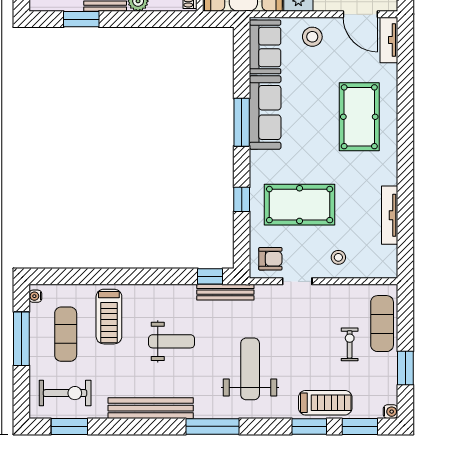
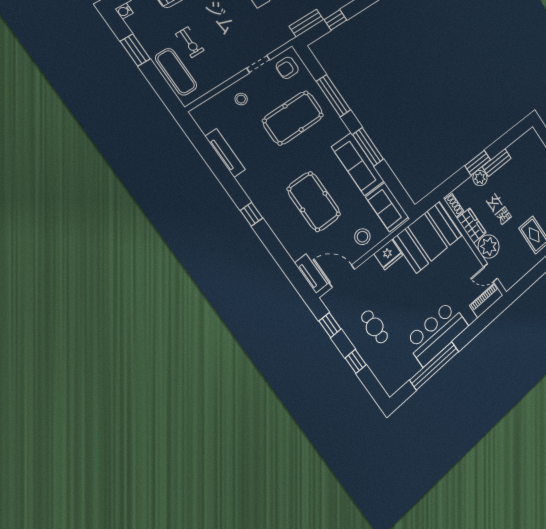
window: (81, 19) -> (478, 163), moved
pool table: (359, 117) -> (314, 202), moved
window: (405, 139) -> (251, 214), added
window: (242, 199) -> (333, 96), width x2.17
window: (210, 276) -> (335, 20), moved
bench: (225, 292) -> (306, 23), width x0.73

